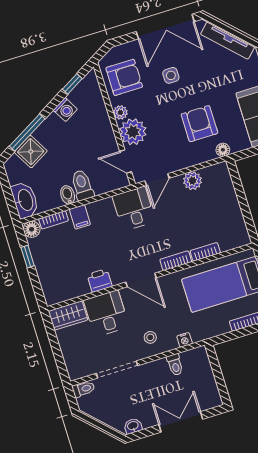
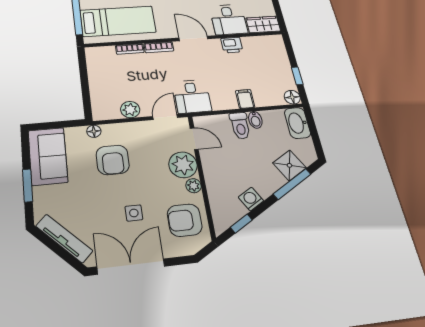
bookcase: (54, 220) -> (271, 101), removed

